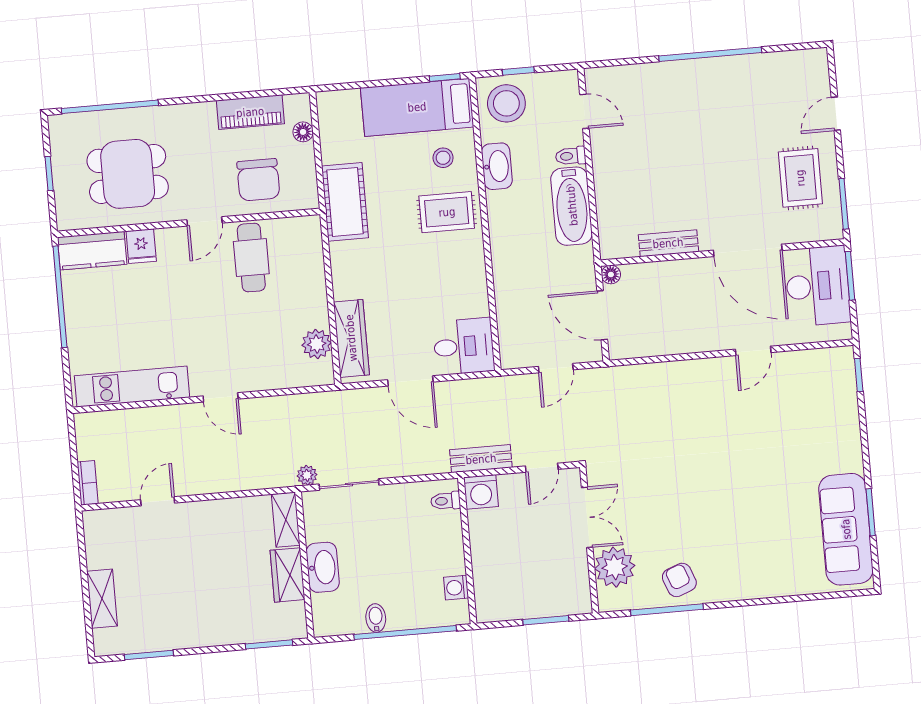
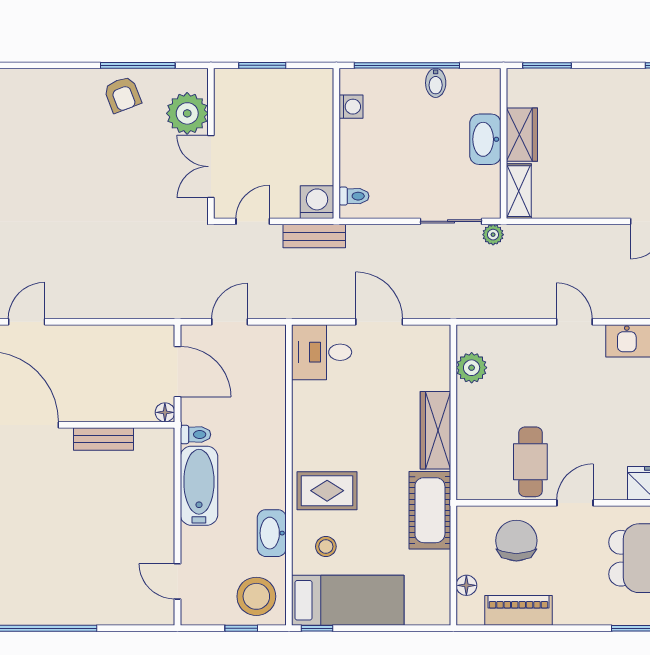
toilet: (571, 156) -> (195, 434), moved
wardrobe: (351, 338) -> (436, 430), moved

